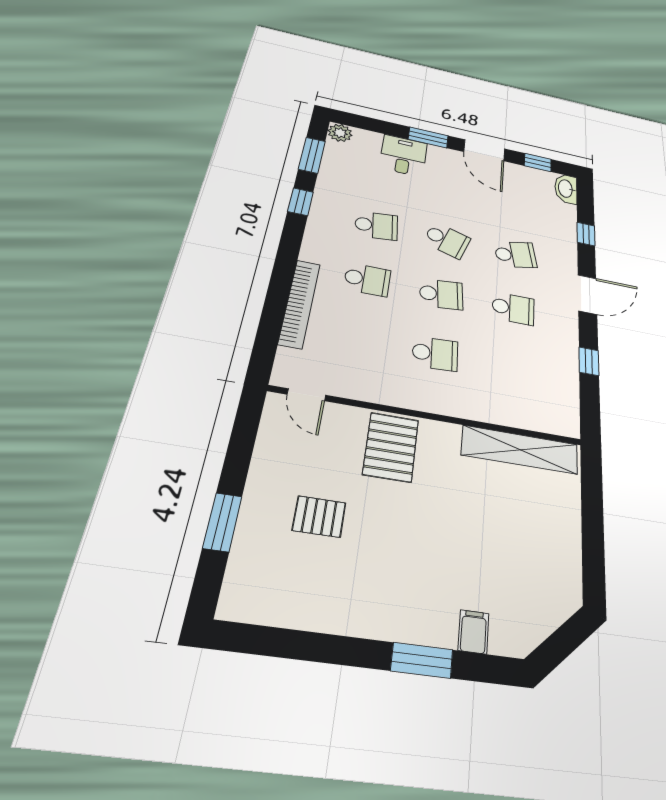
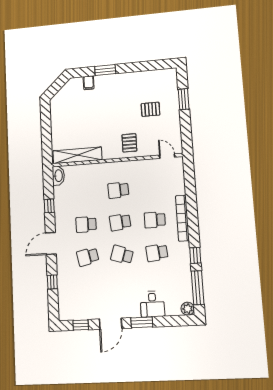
door: (484, 150) -> (111, 324), swing flipped
window: (312, 155) -> (198, 288), width x1.44
washbasin: (566, 189) -> (58, 176), moved
bookcase: (300, 303) -> (182, 218), moved
pallet: (391, 447) -> (129, 143), width x0.67, depth x0.71

